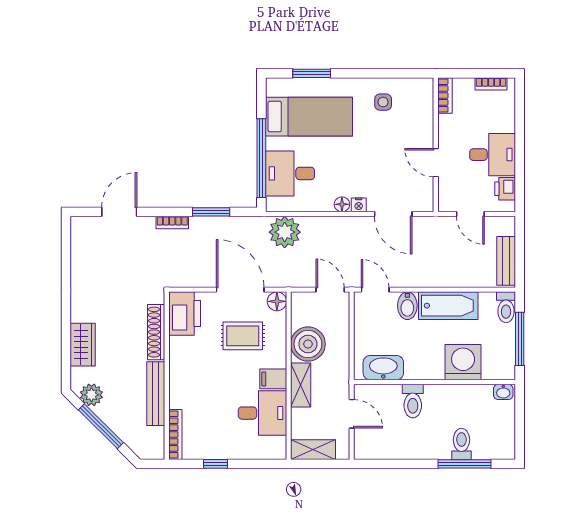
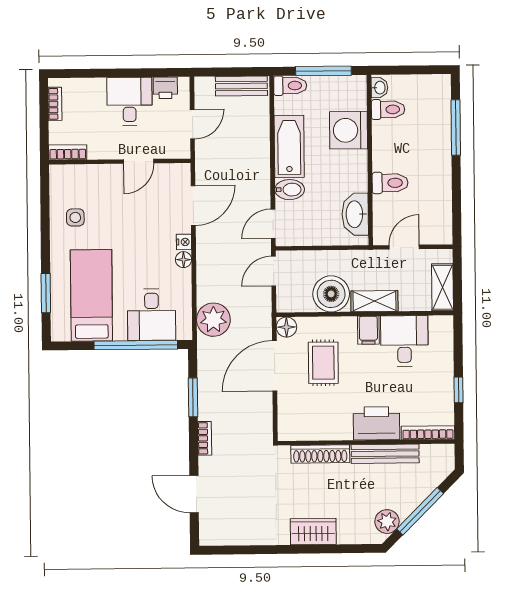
printer: (185, 314) -> (377, 423), moved
wardrobe: (83, 345) -> (313, 531), moved
toilet: (461, 444) -> (388, 109), moved, turned 180

